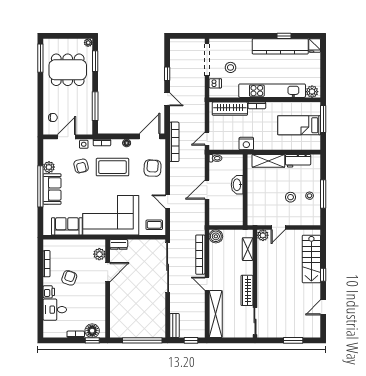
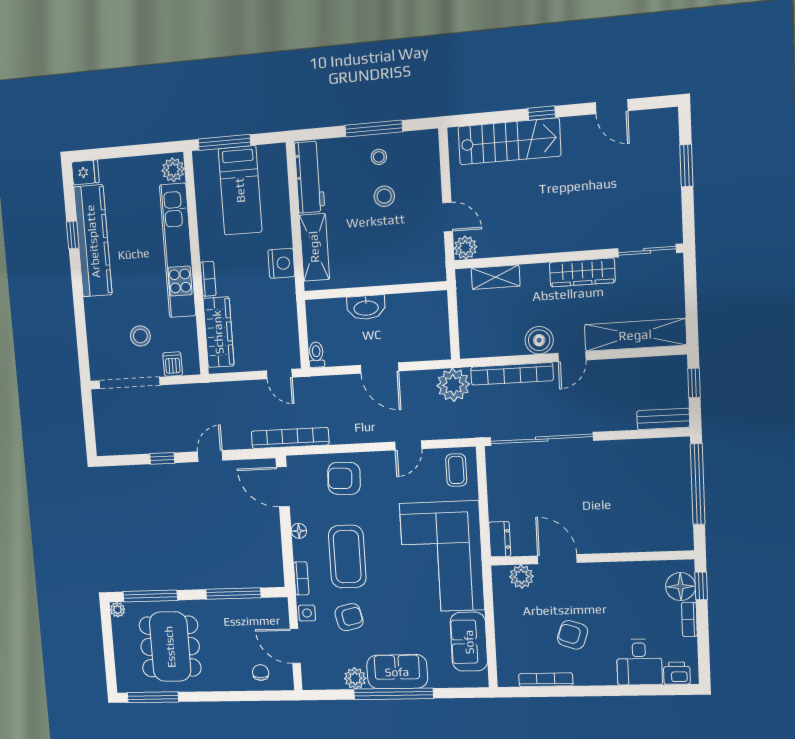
window: (95, 61) -> (150, 596), width x1.44
nightstand: (246, 144) -> (281, 263), moved
workbench: (298, 161) -> (310, 177), width x1.38
plant: (197, 226) -> (453, 385), added
boiler: (216, 236) -> (539, 340), moved
printer: (49, 292) -> (677, 673), moved

